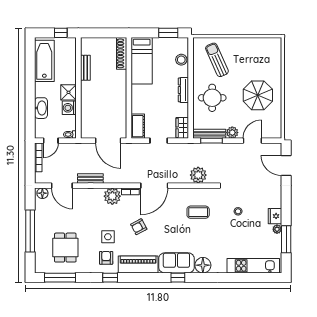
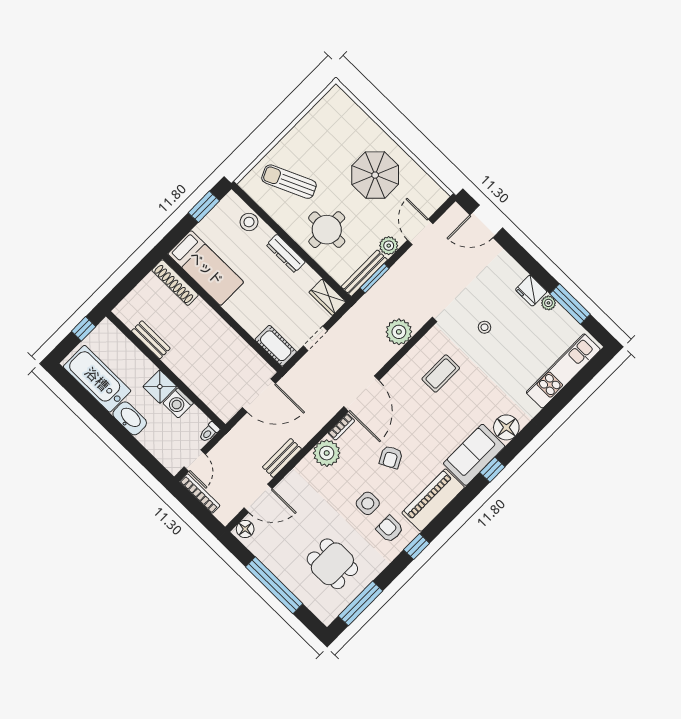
washbasin: (41, 108) -> (130, 418), moved

